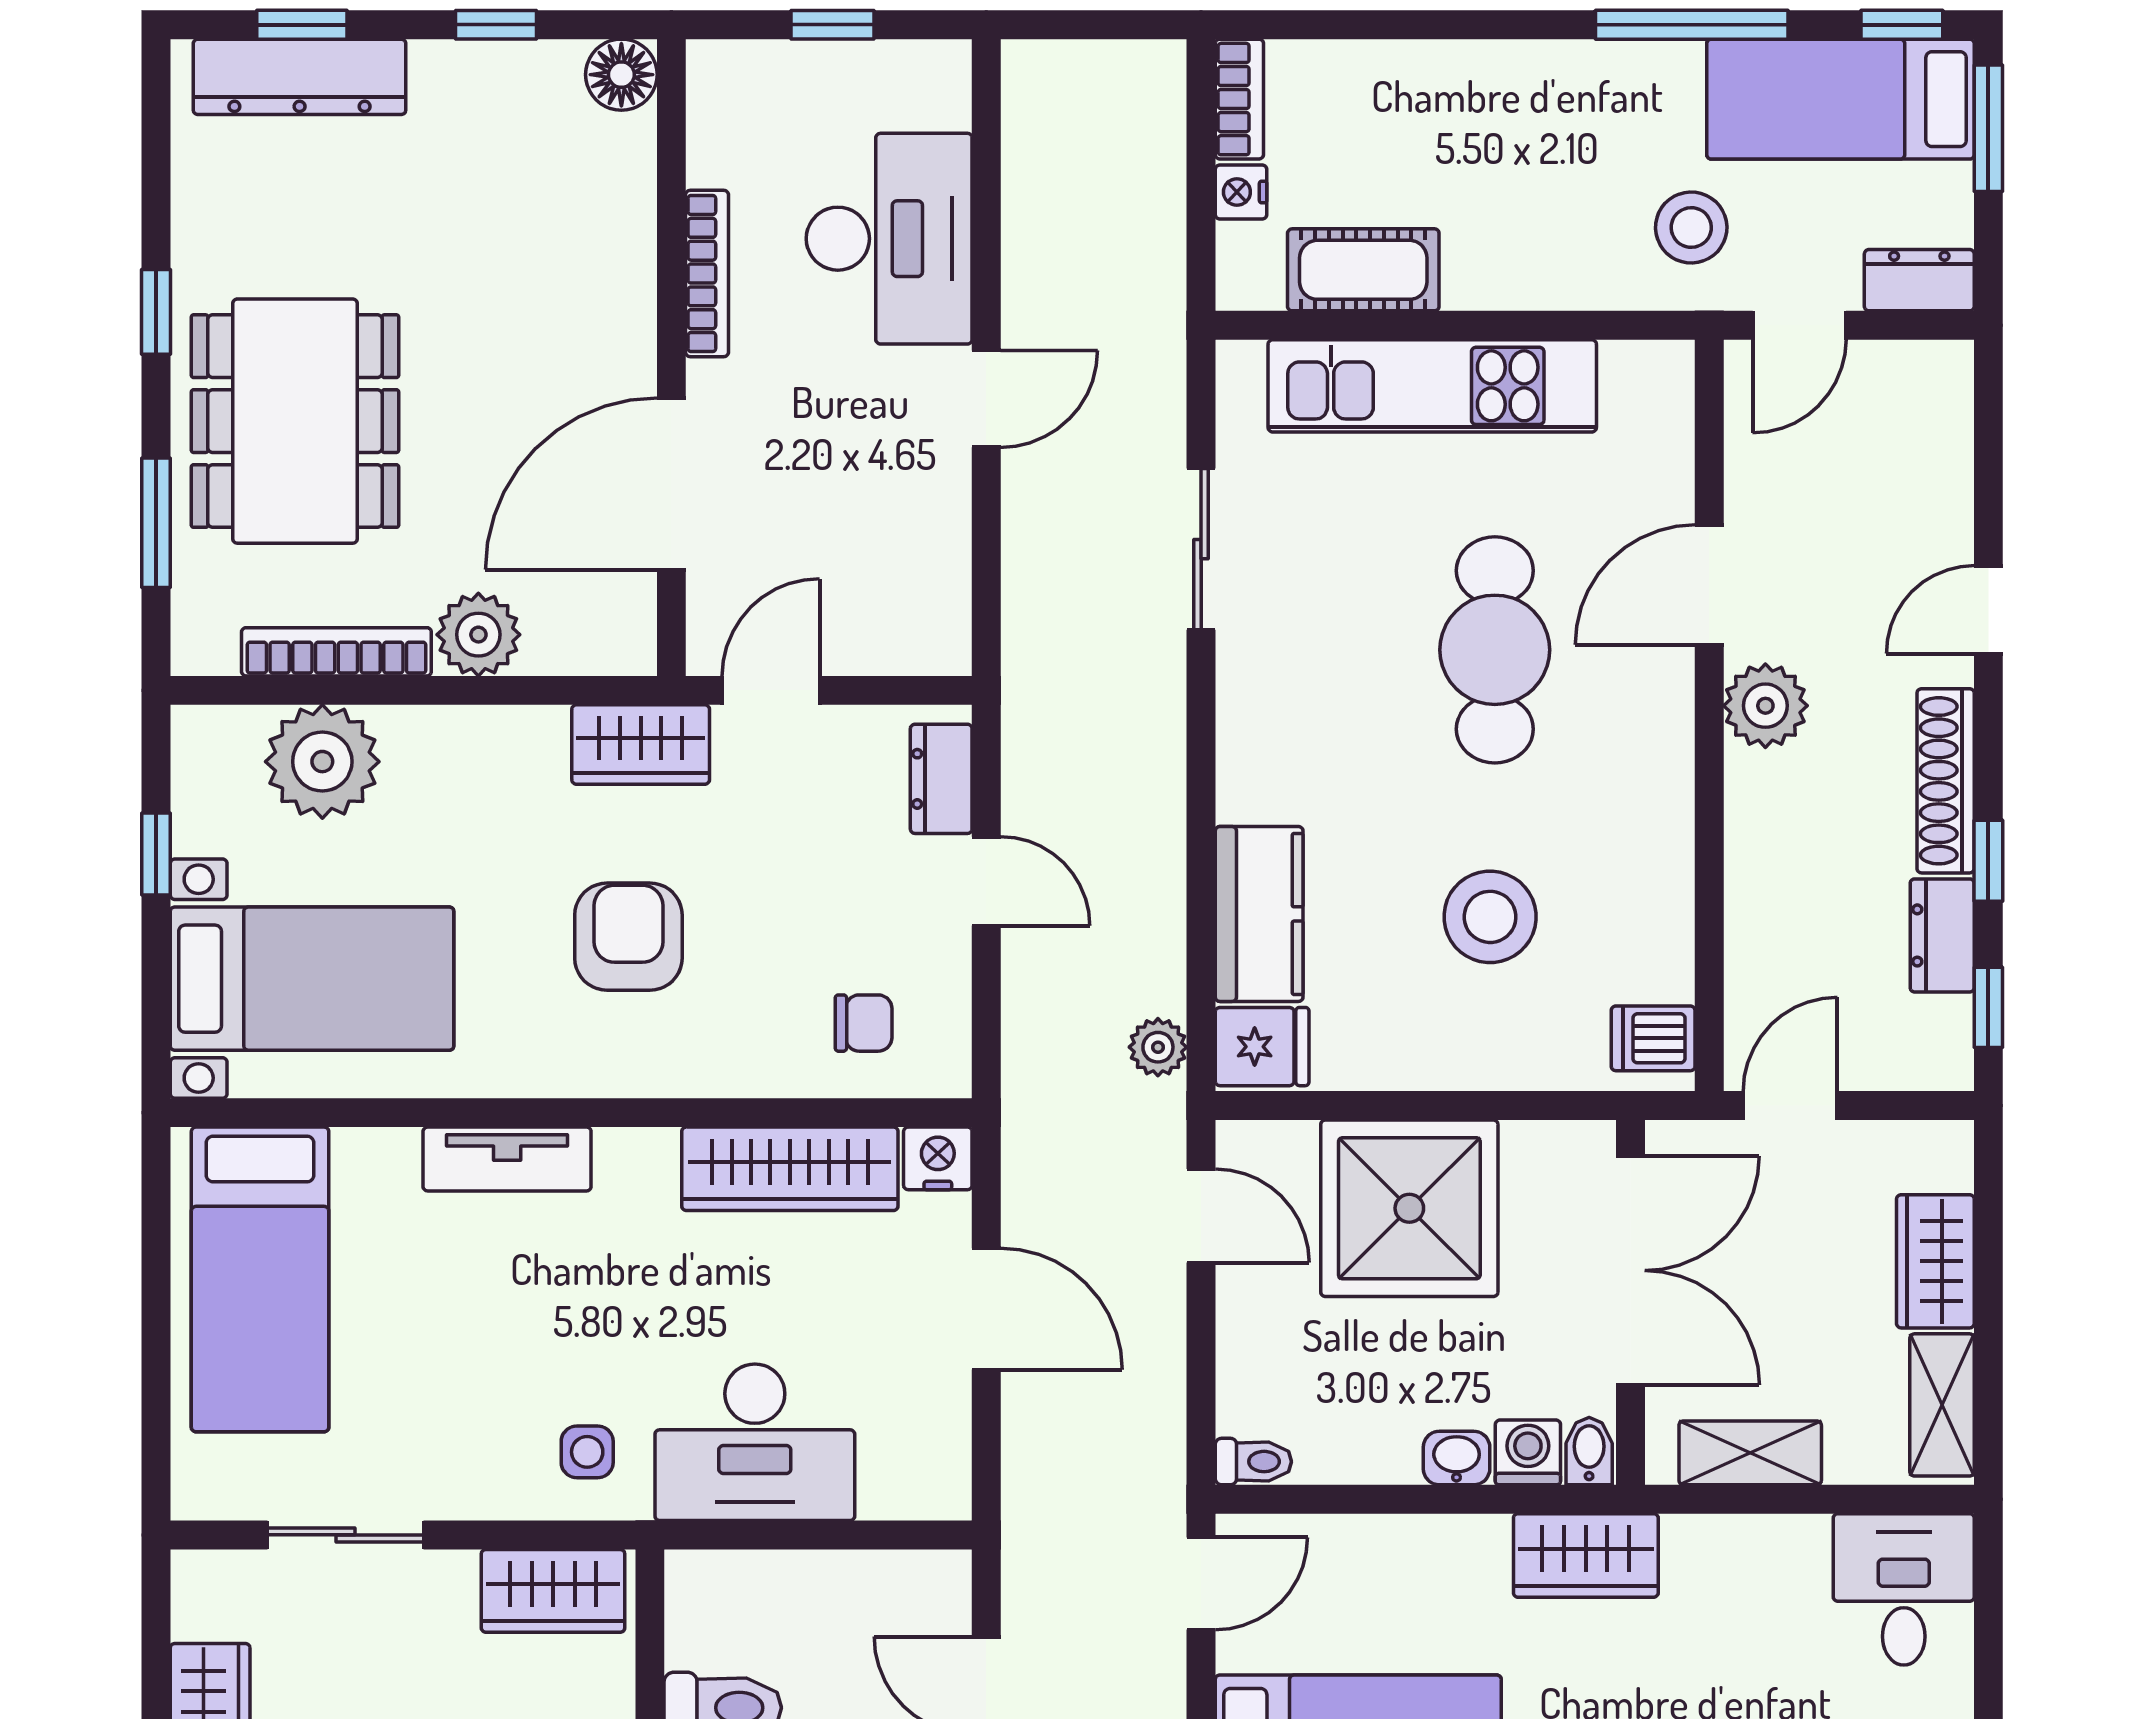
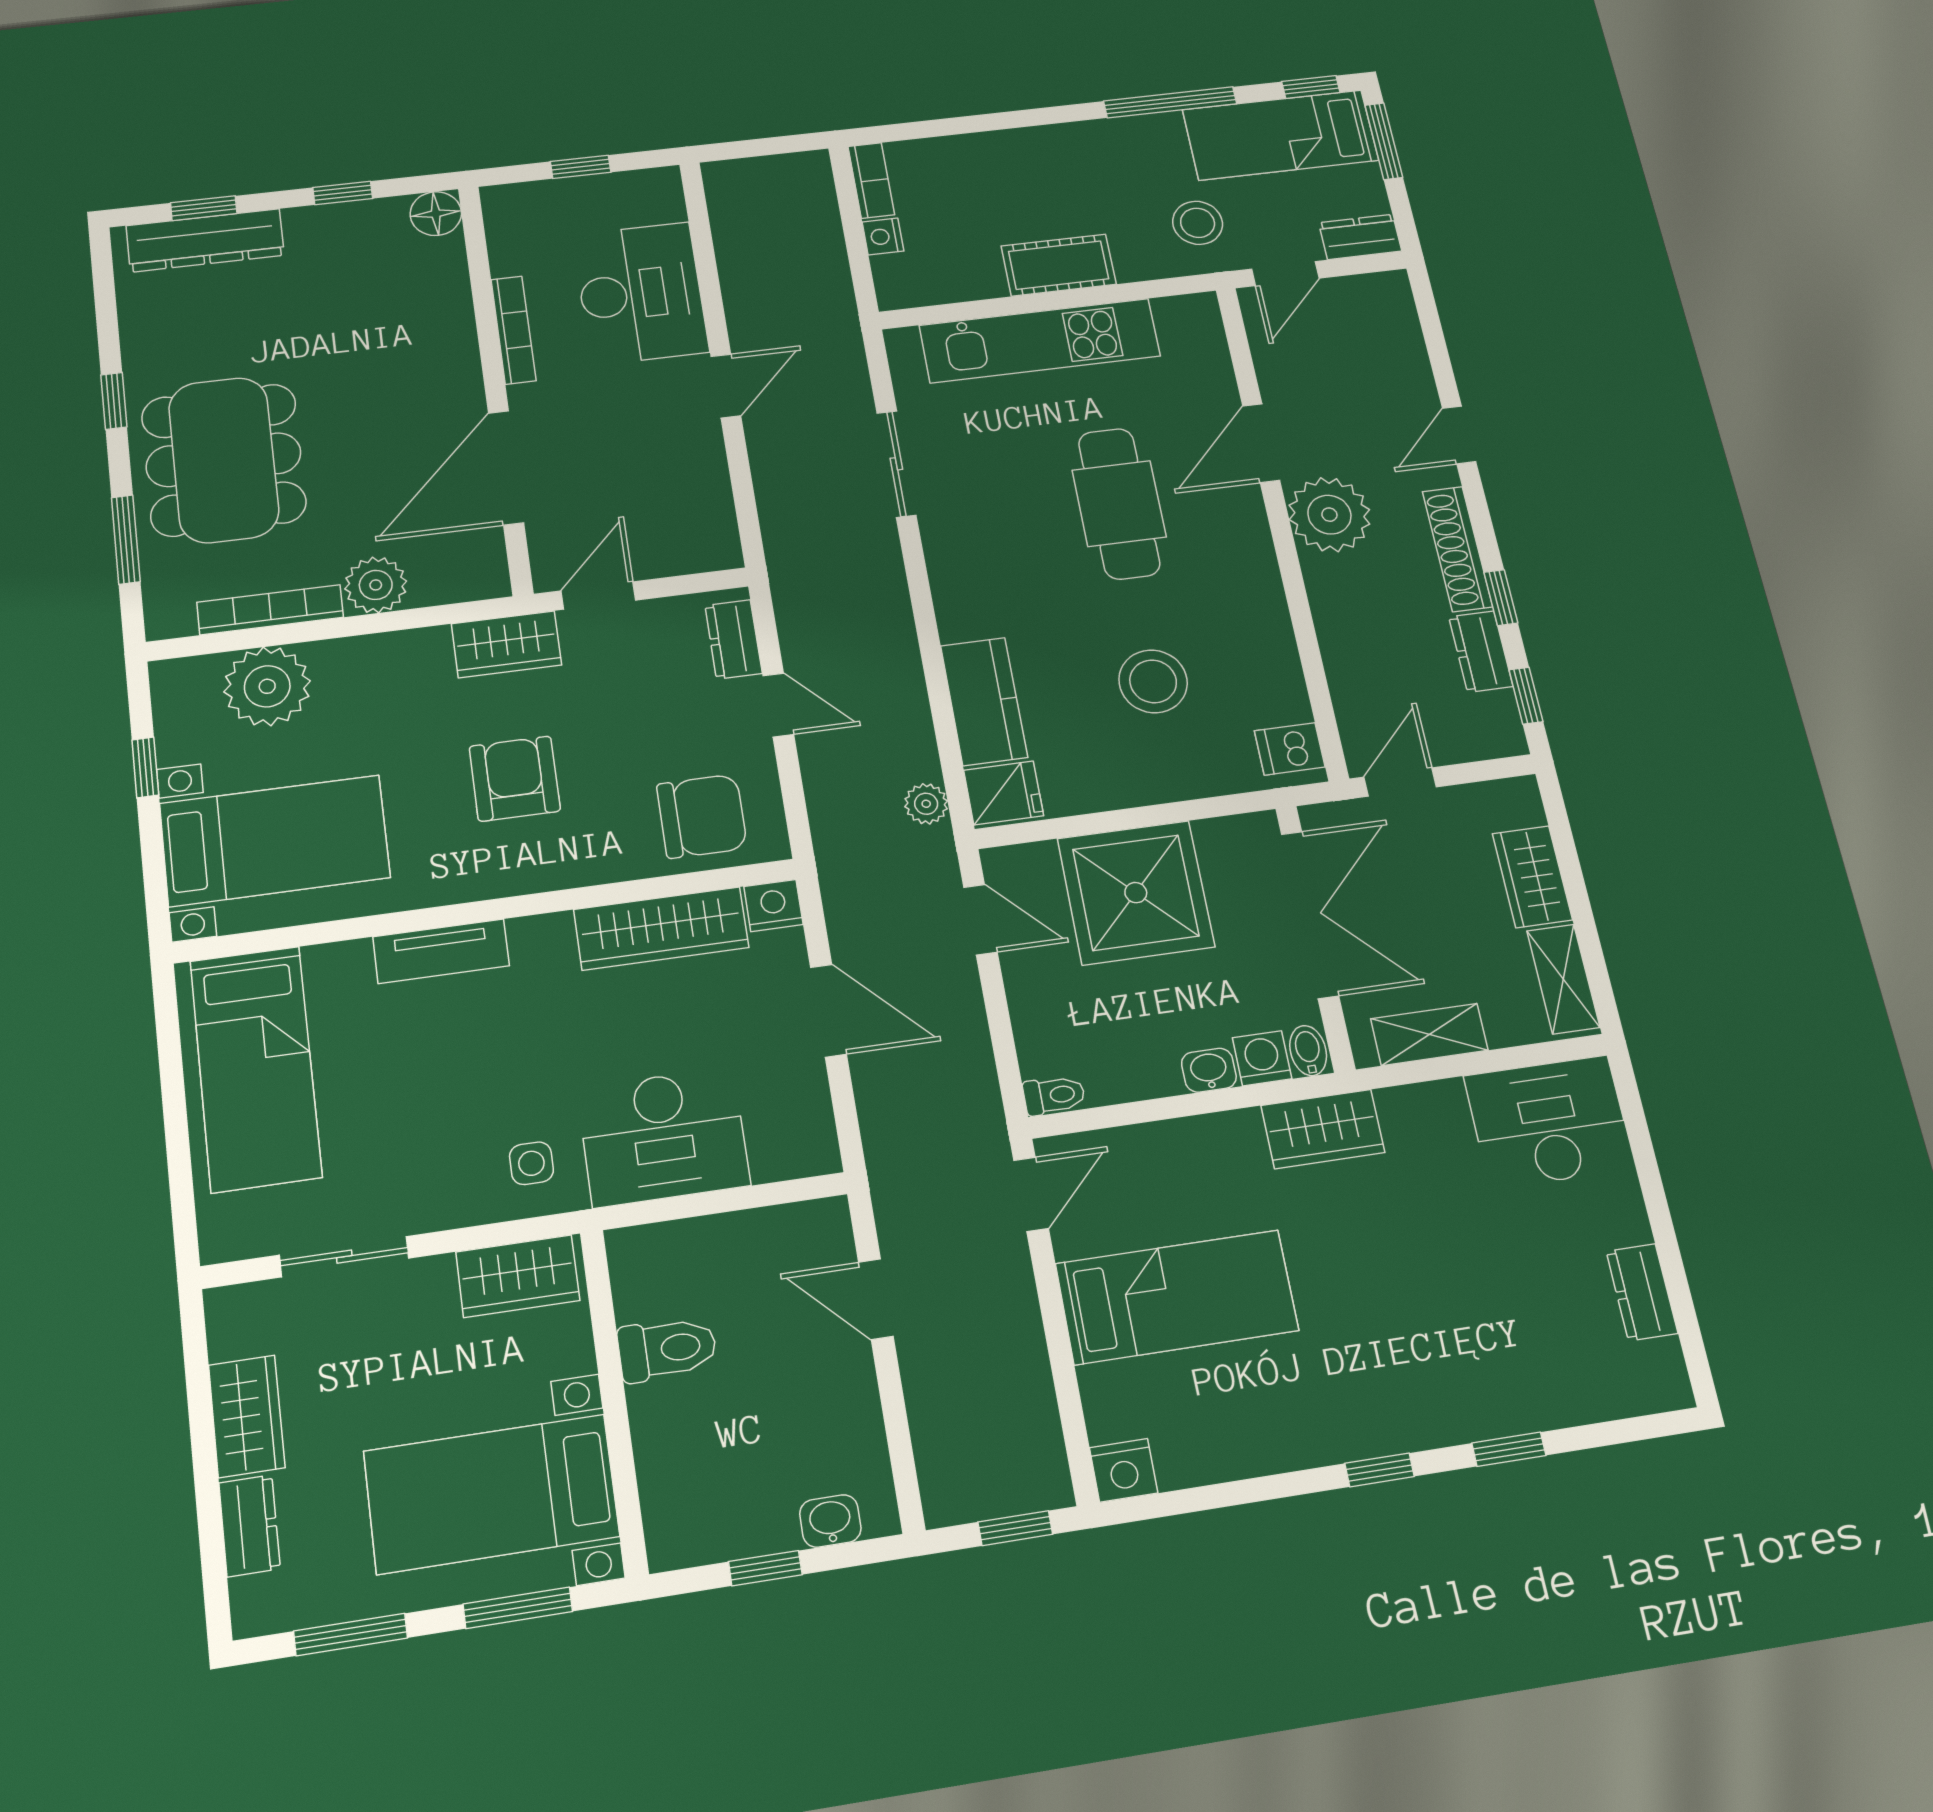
cot: (1363, 270) -> (1059, 265), moved
plant: (1765, 706) -> (1329, 515), width x1.36, depth x1.36
chair: (864, 1023) -> (702, 816), width x1.87, depth x1.87
desk: (1904, 1589) -> (1549, 1122), width x1.37

